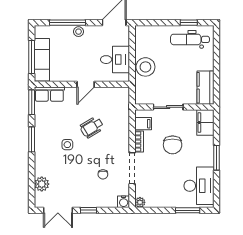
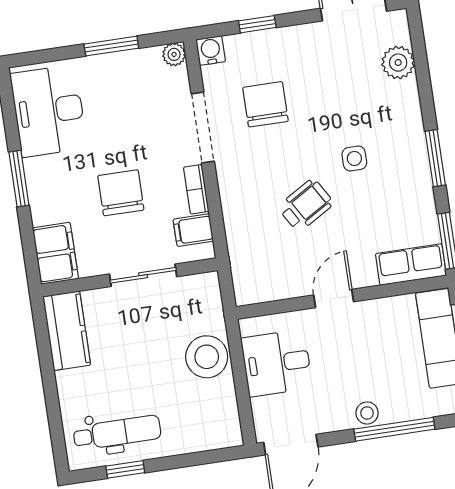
chair: (103, 174) -> (266, 104), width x1.87, depth x1.87
window: (89, 210) -> (257, 24), moved
window: (188, 210) -> (111, 46), moved

